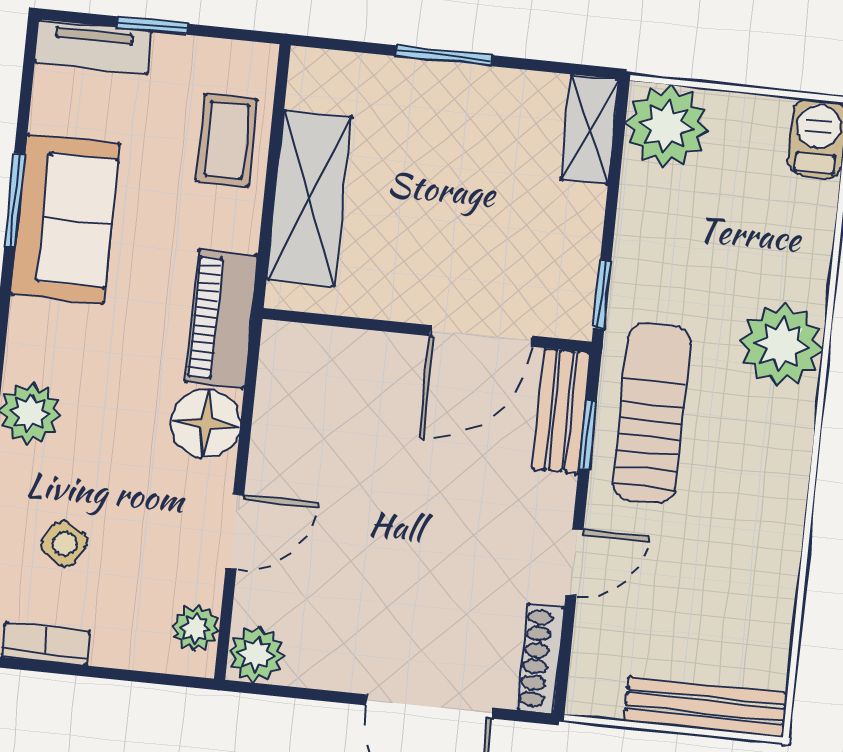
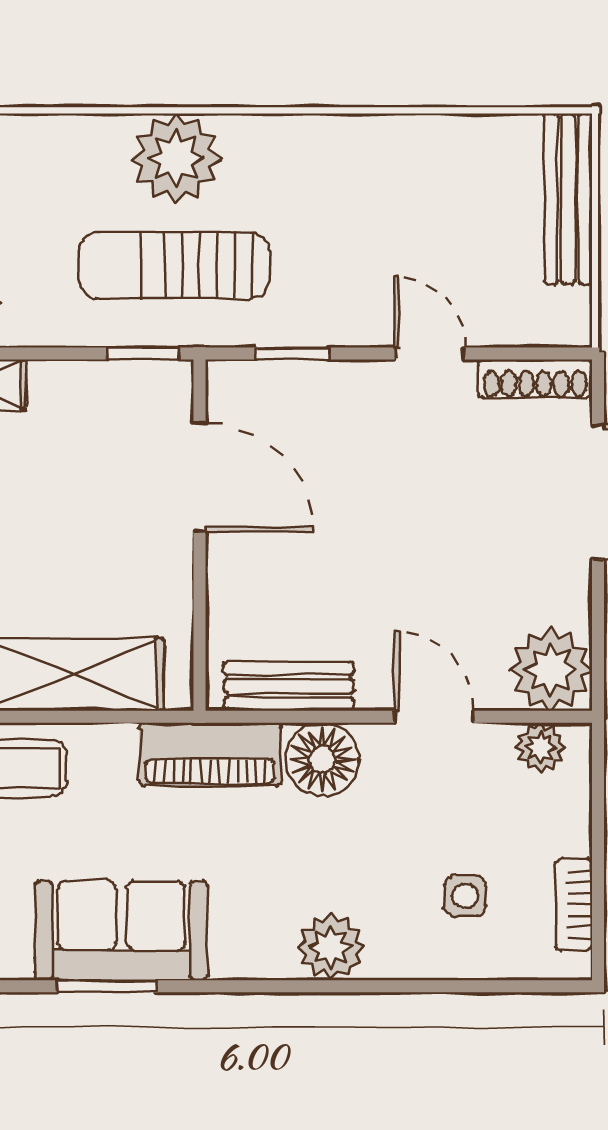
bench: (561, 411) -> (289, 686), moved
sun lounger: (652, 413) -> (174, 265), moved
side table: (64, 544) -> (465, 896), turned -30
plant: (256, 654) -> (551, 669), width x1.36, depth x1.36

